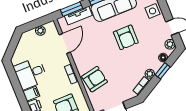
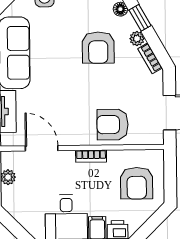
armchair: (126, 37) -> (98, 48), moved, turned 90
armchair: (95, 79) -> (113, 125), turned -79

